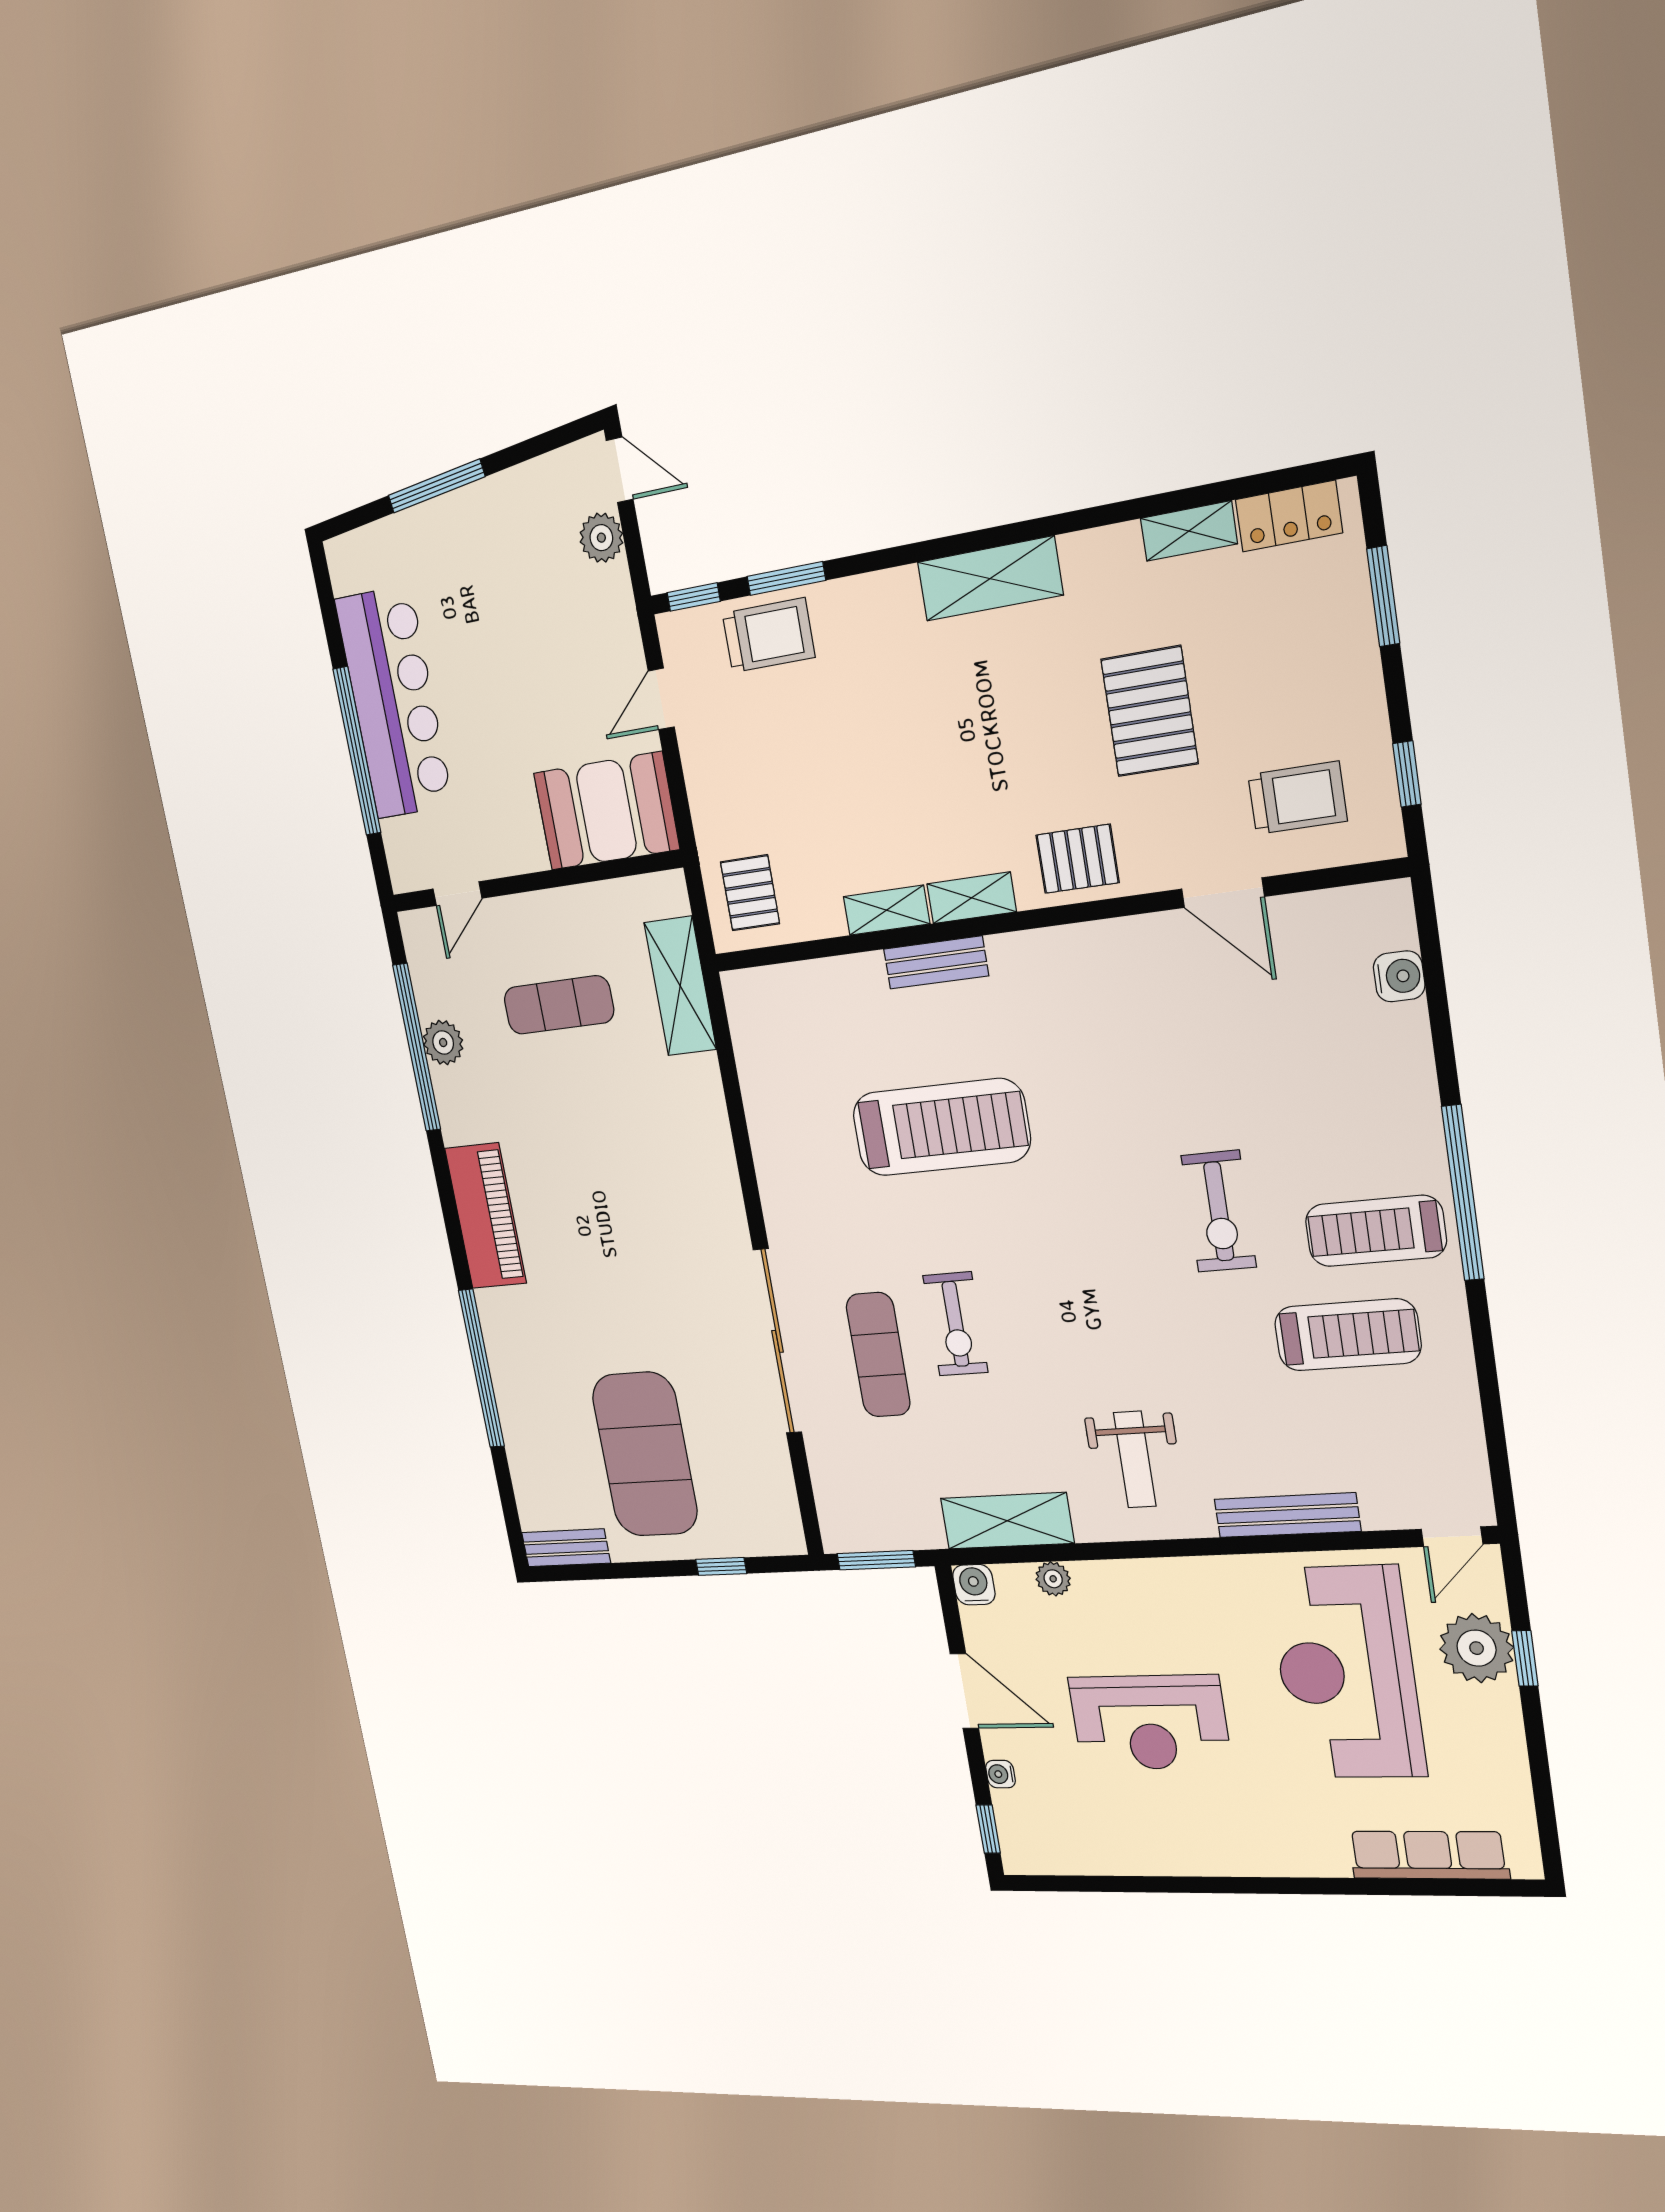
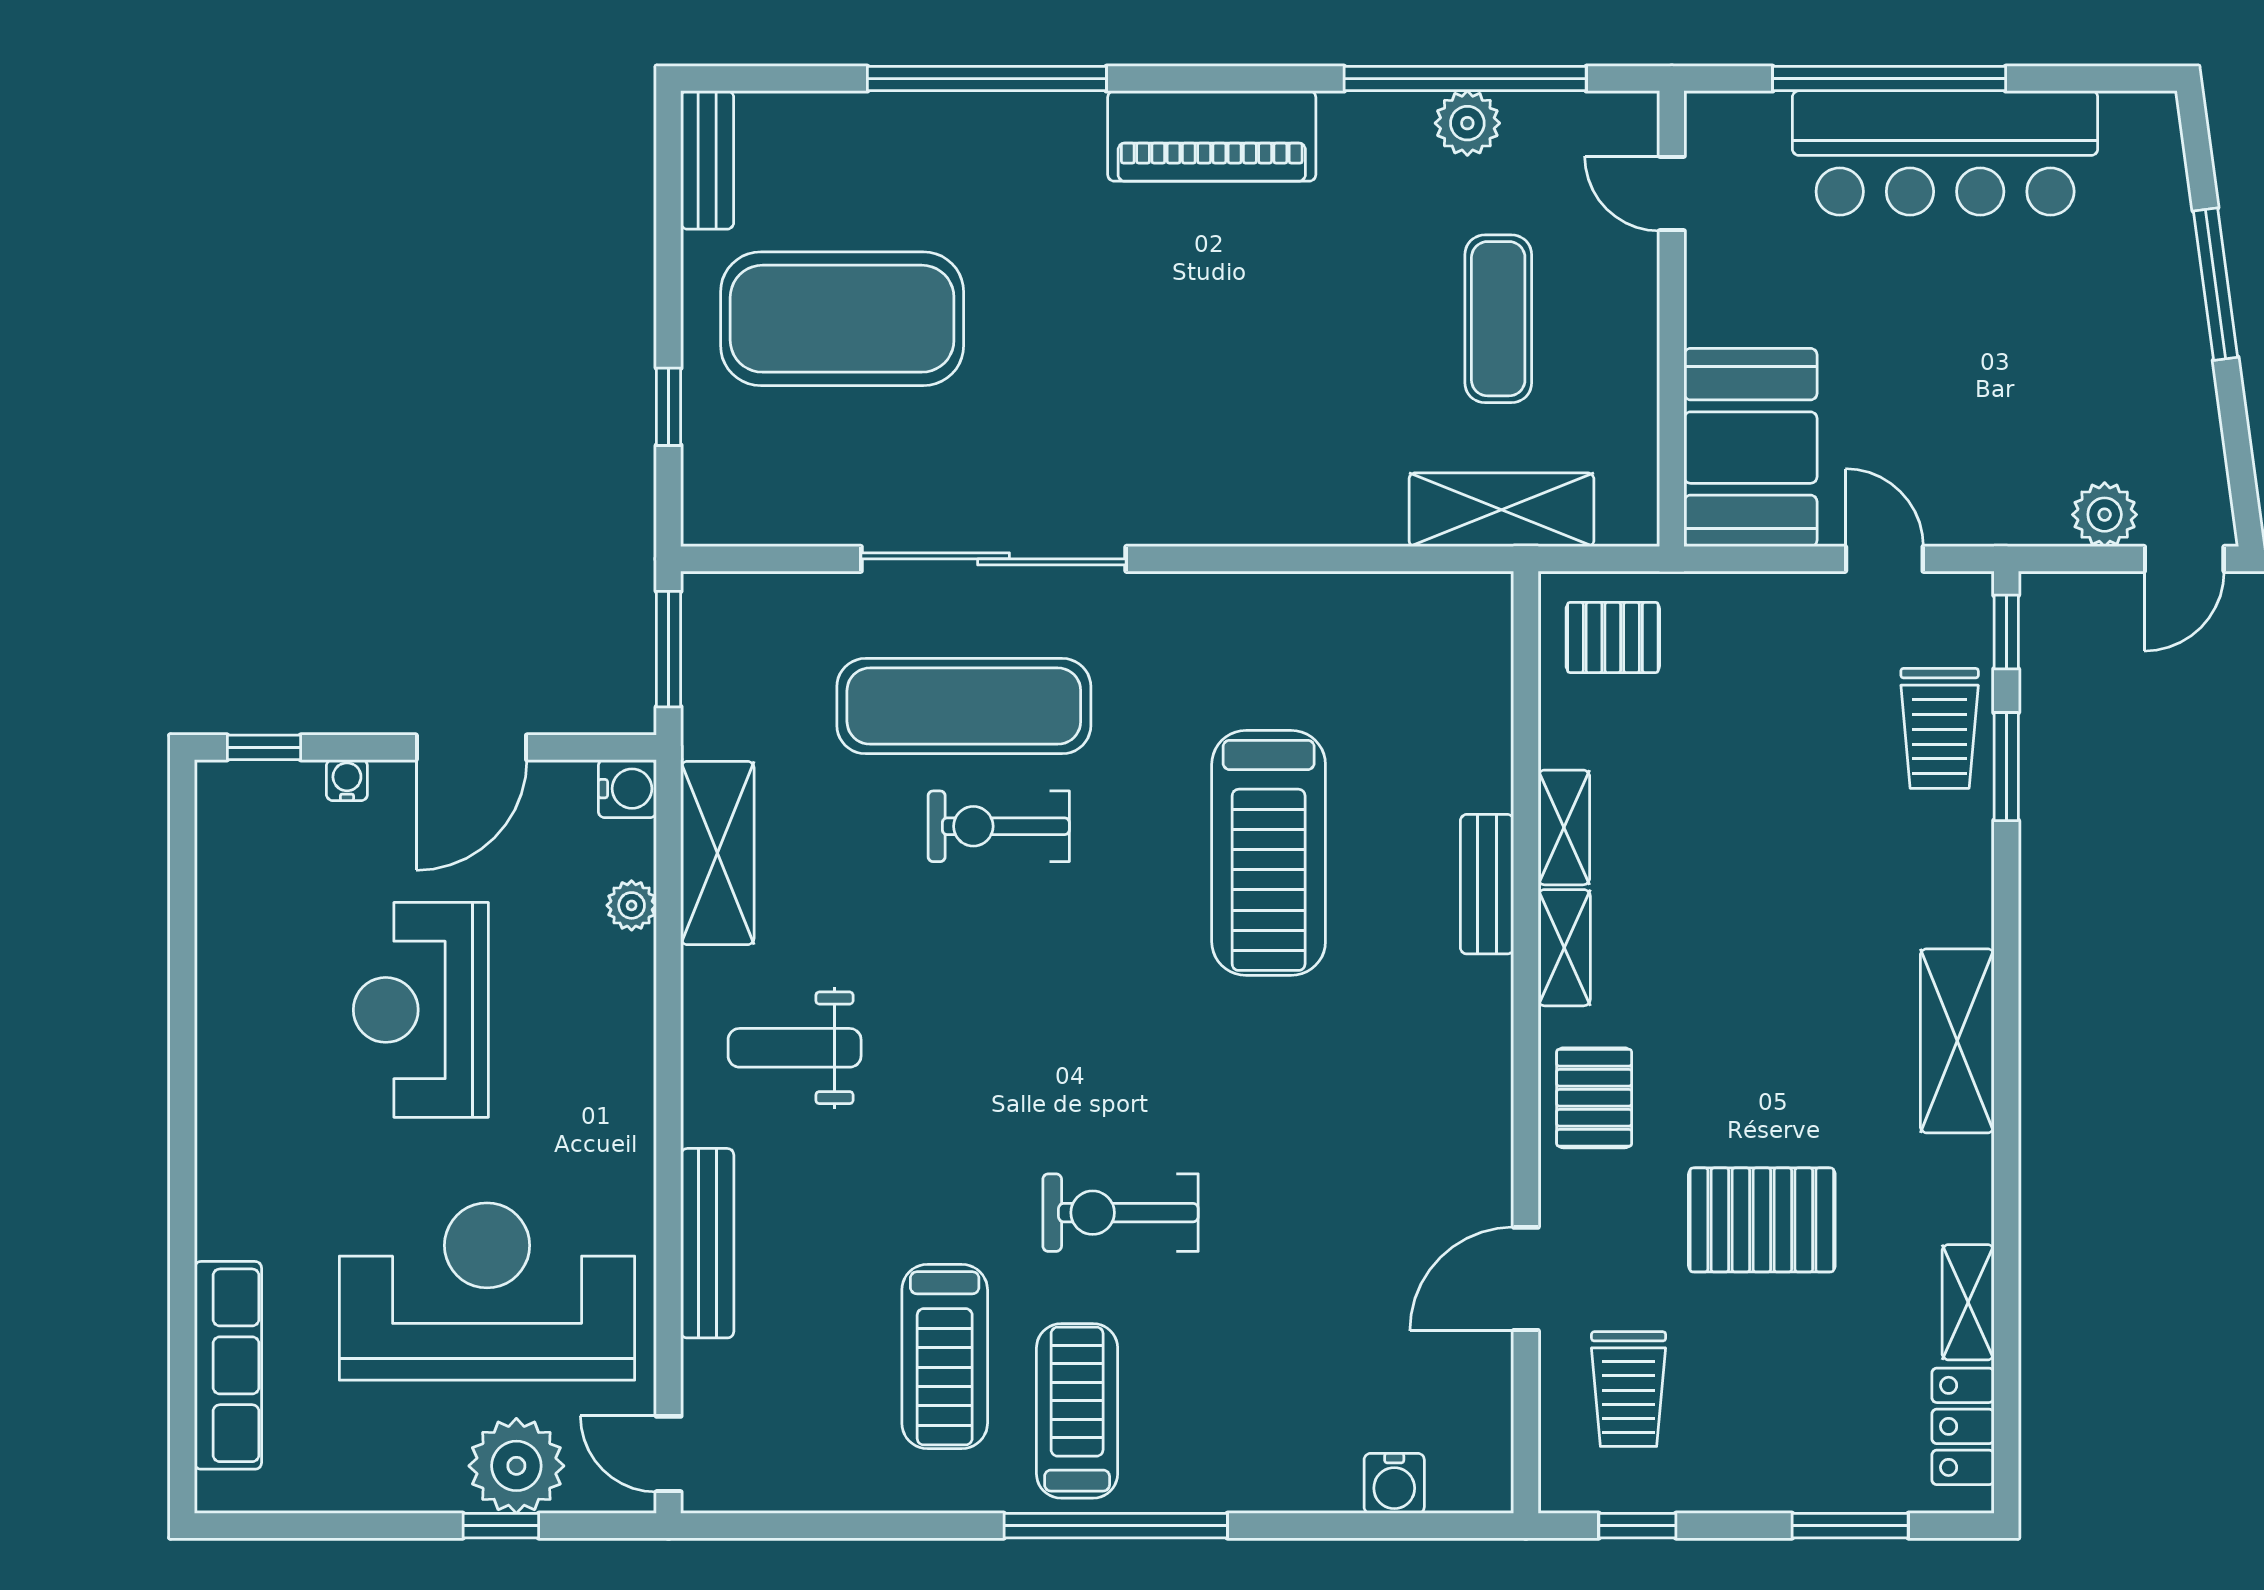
exercise mat: (878, 1355) -> (964, 706), width x1.36, depth x1.45

